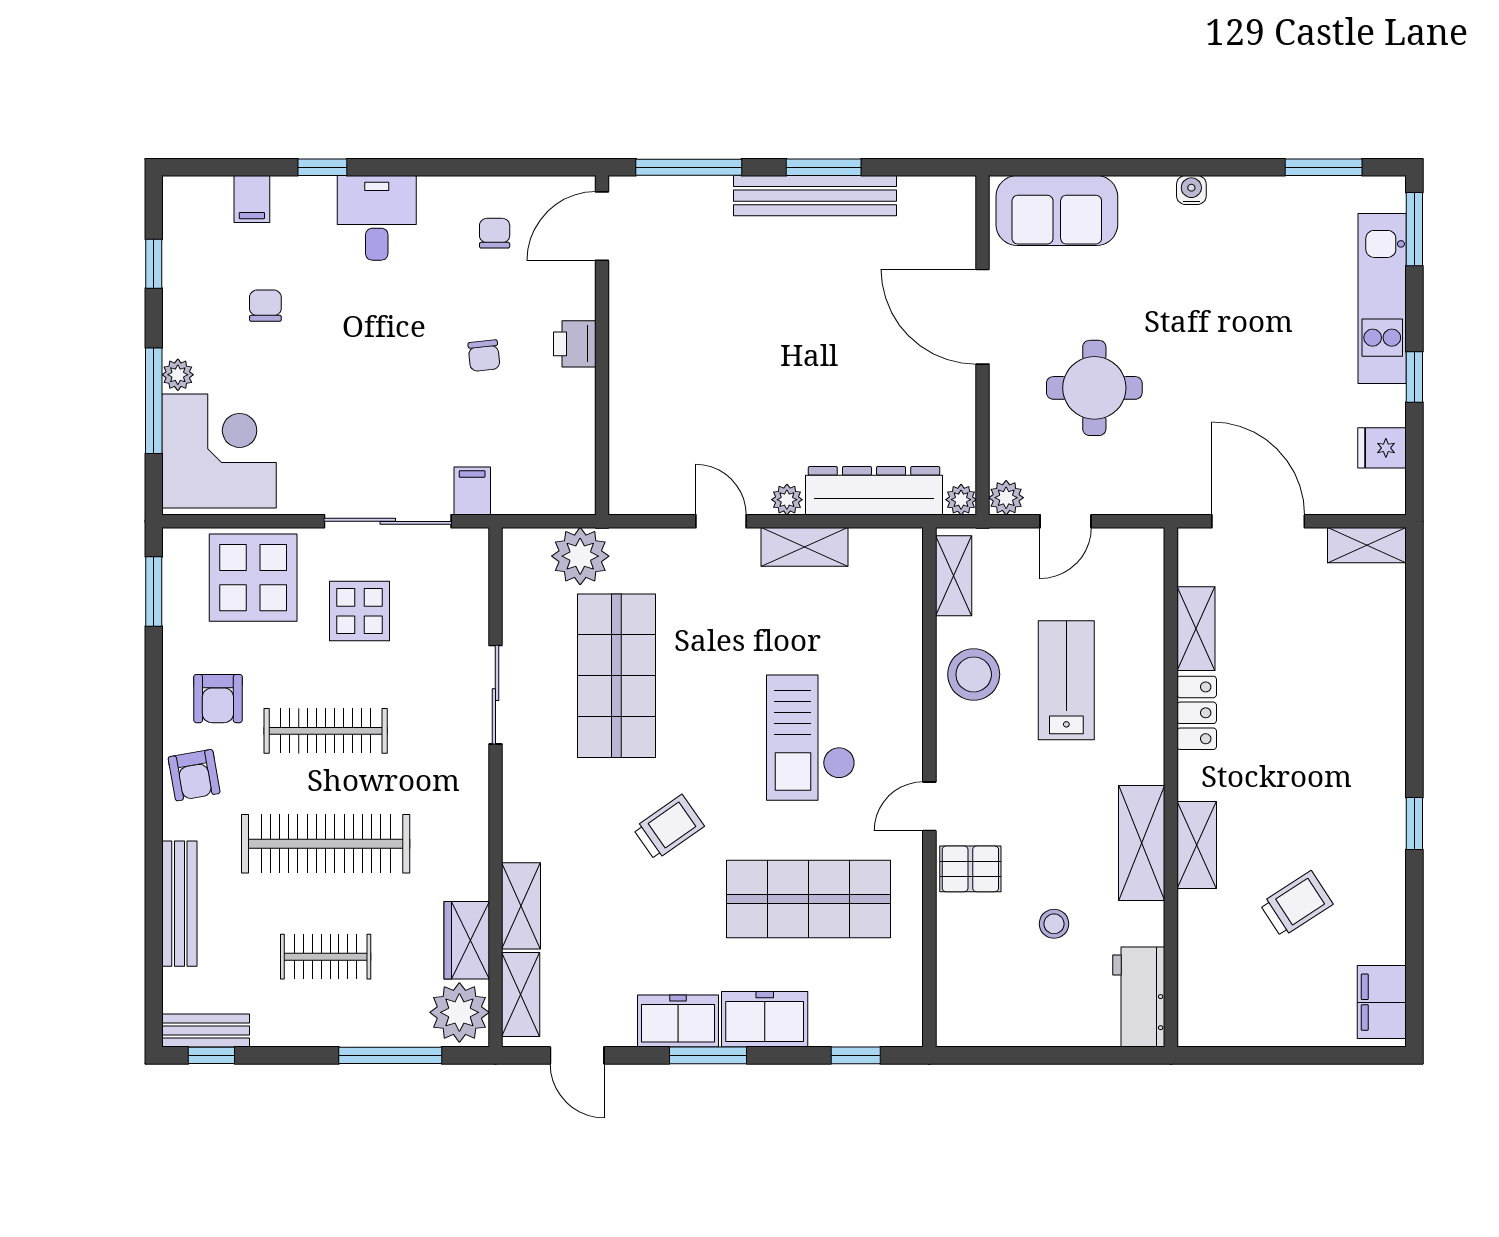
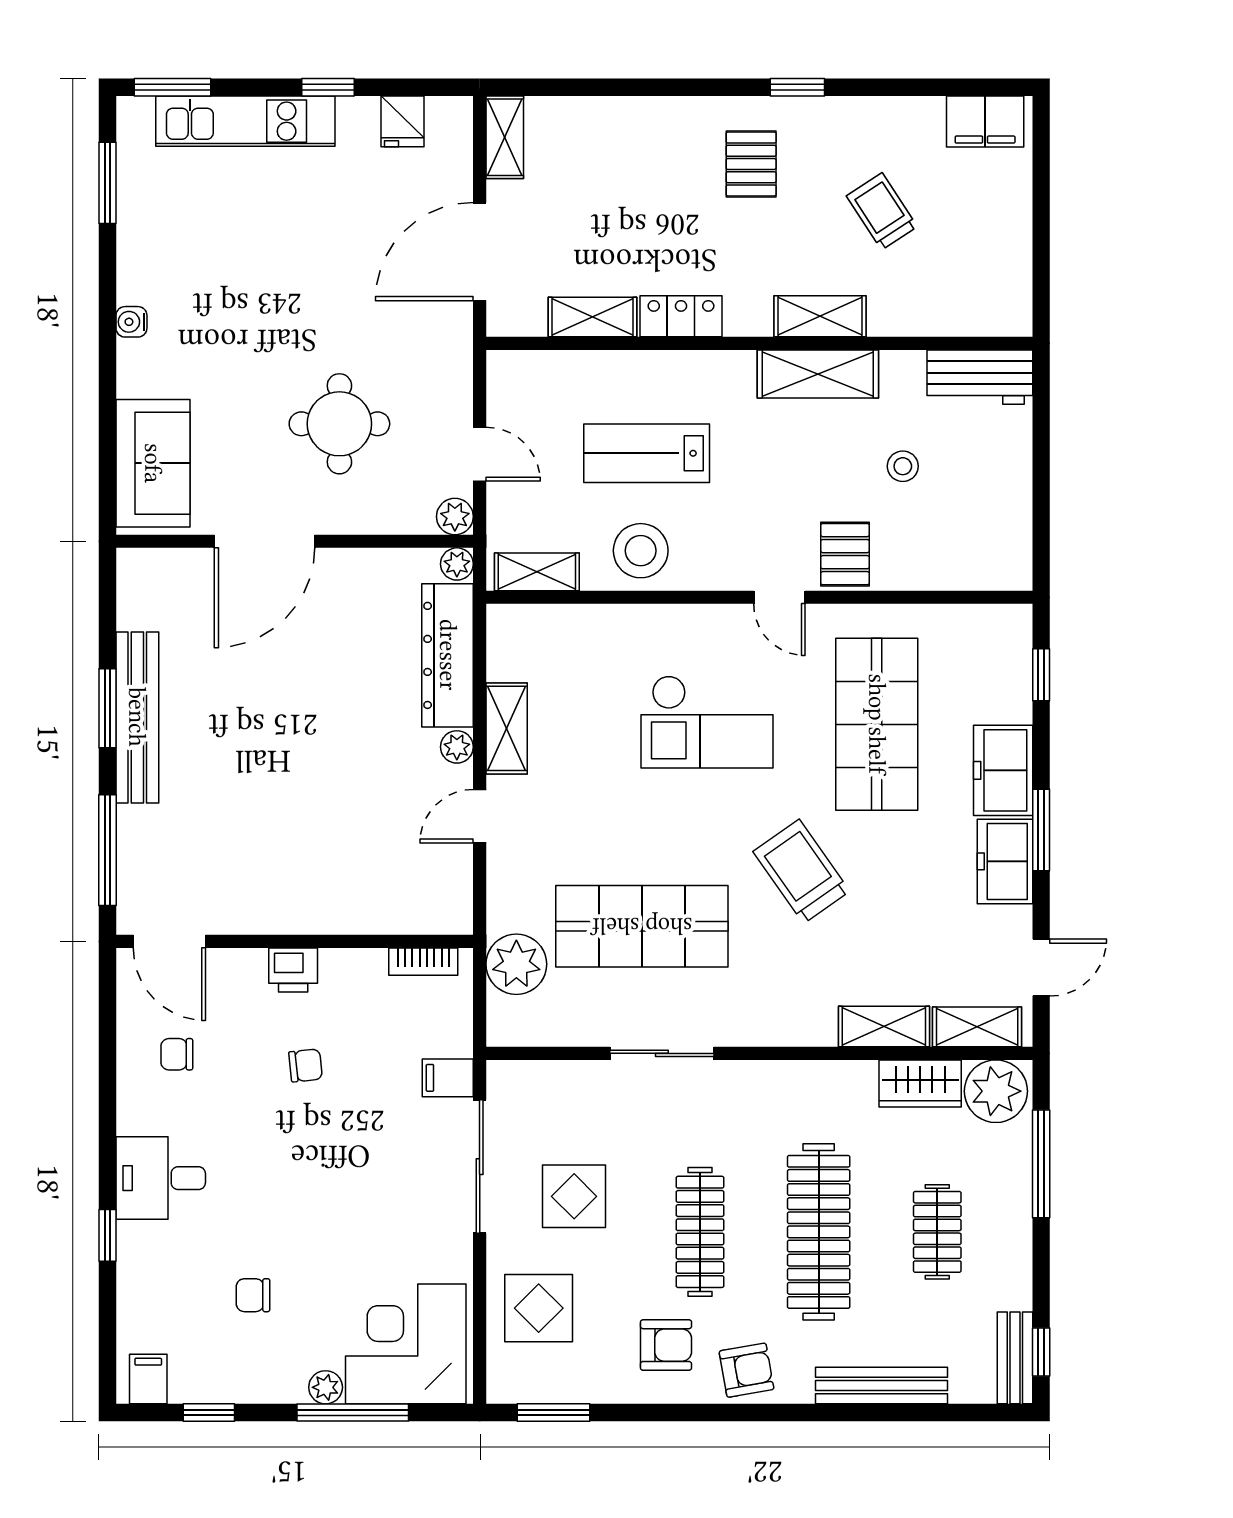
filing cabinet: (252, 199) -> (148, 1379), moved, turned -90
bookcase: (583, 468) -> (423, 962), added
display table: (253, 578) -> (539, 1308), width x0.73, depth x0.73
pallet: (1341, 780) -> (751, 164), added
trolley: (669, 827) -> (801, 871), width x1.36, depth x1.39

